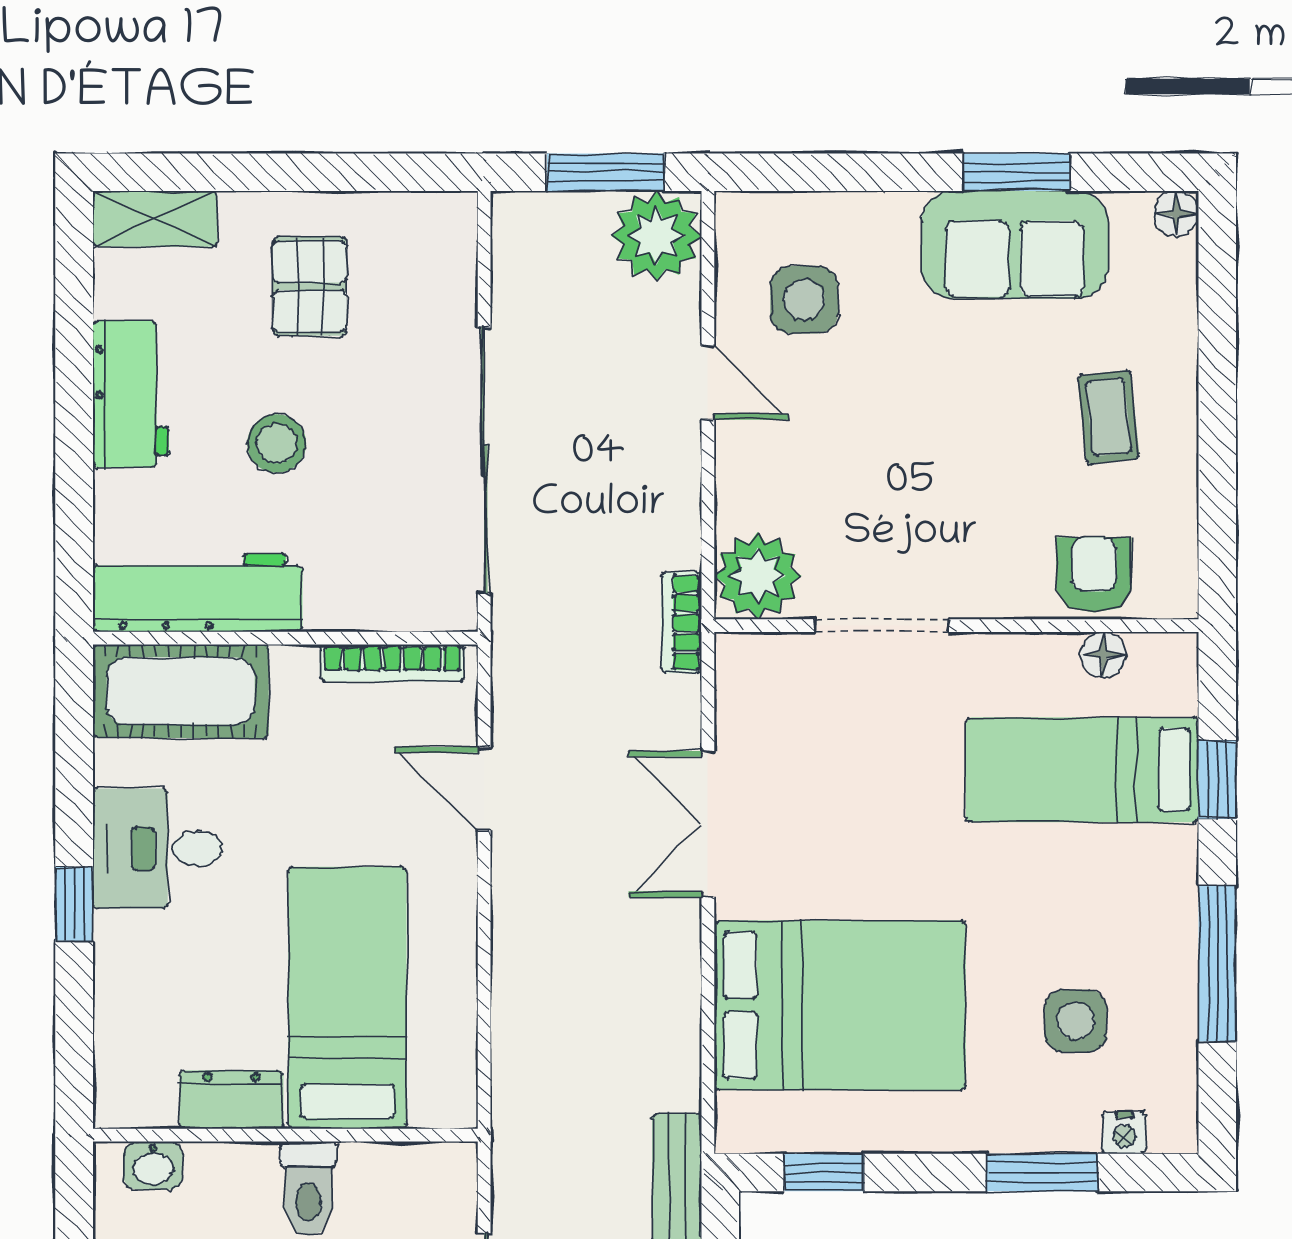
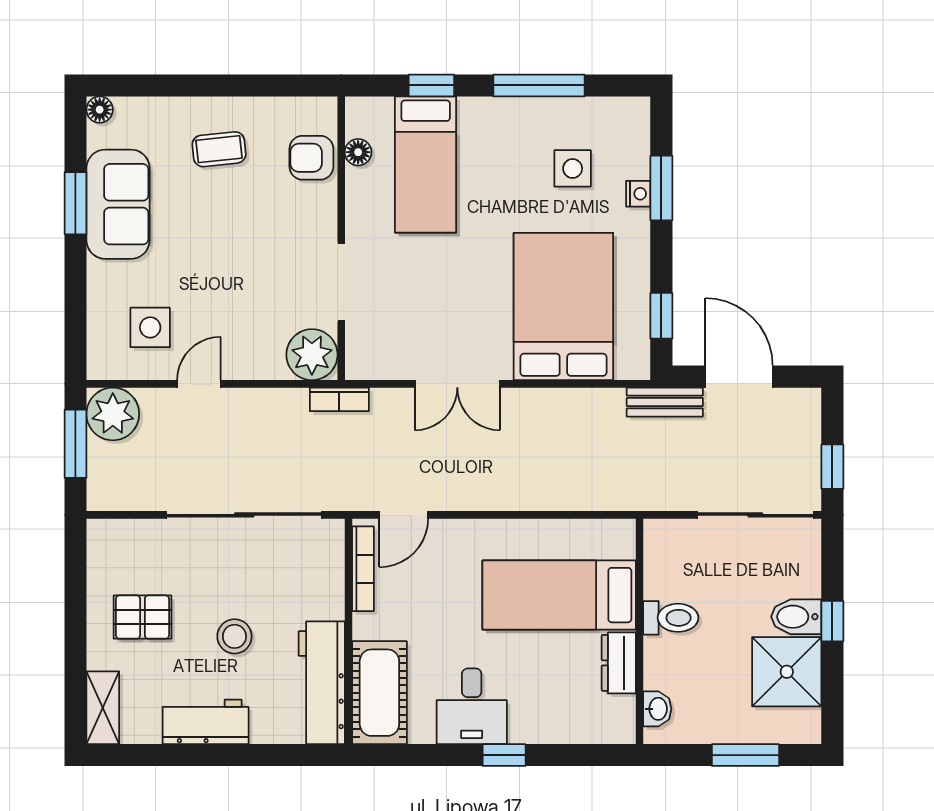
door: (484, 789) -> (404, 515), moved
nightstand: (1124, 1133) -> (638, 194), moved

